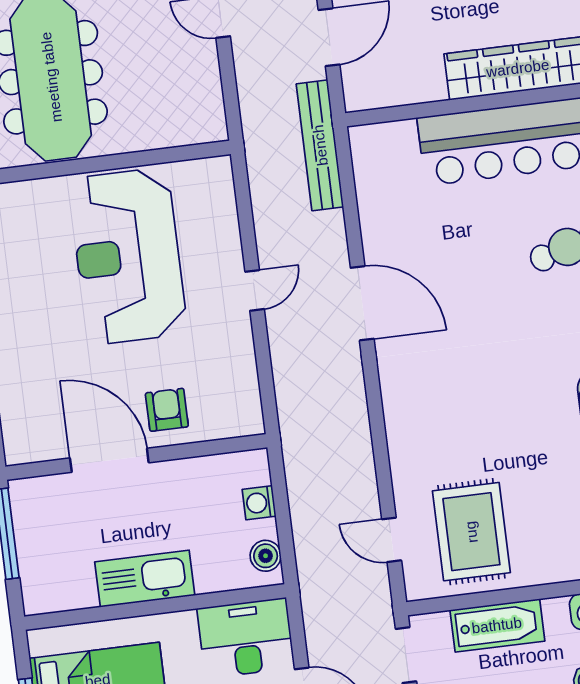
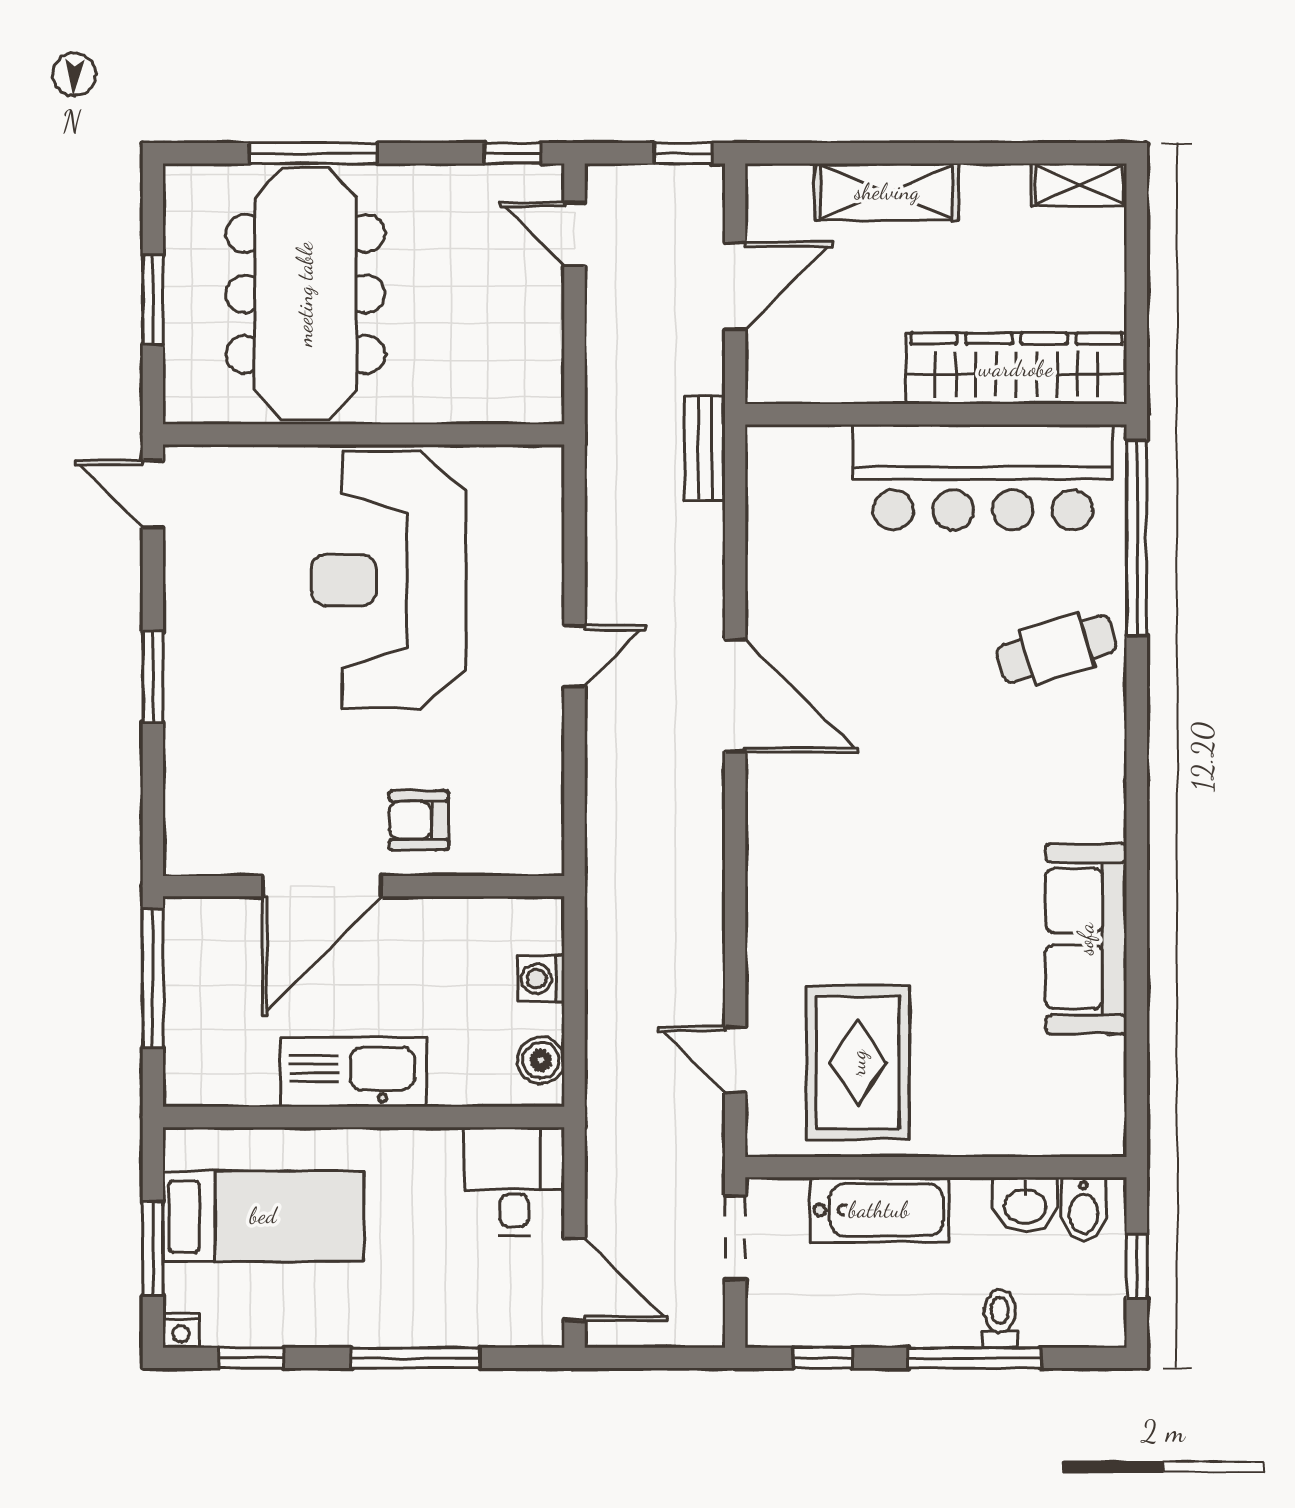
bench: (320, 145) -> (705, 448), width x0.54, depth x0.82
armchair: (167, 410) -> (419, 820), turned -90
door: (109, 460) -> (322, 886), swing flipped
desk: (246, 638) -> (514, 1181), width x0.73

